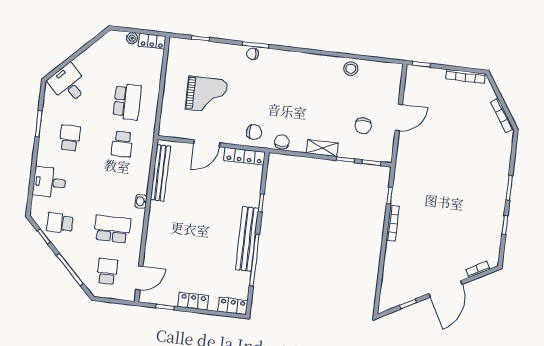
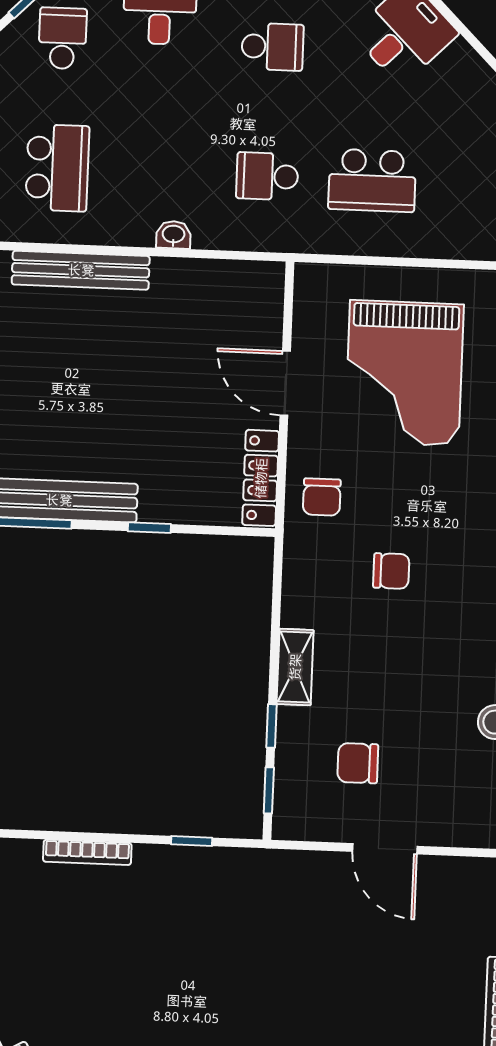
grand piano: (206, 95) -> (404, 373), width x1.37, depth x1.48
chair: (282, 142) -> (391, 571), moved
bench: (160, 173) -> (81, 270), moved
washbasin: (141, 201) -> (173, 235), moved
bookcase: (393, 223) -> (87, 852), moved

